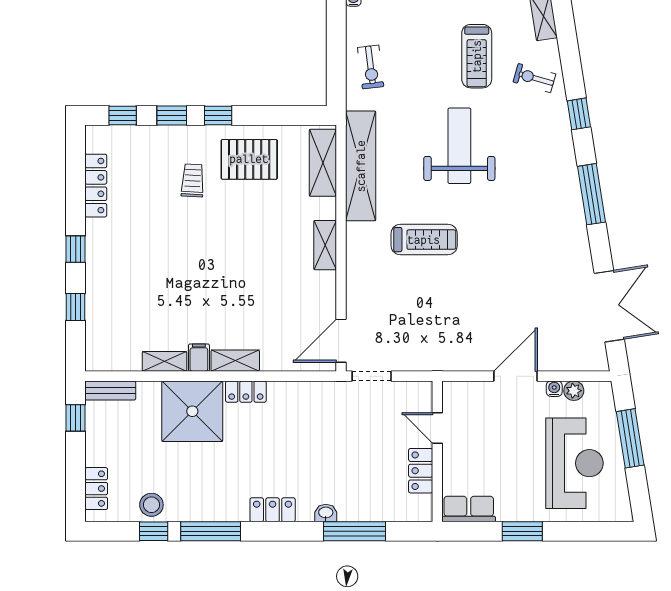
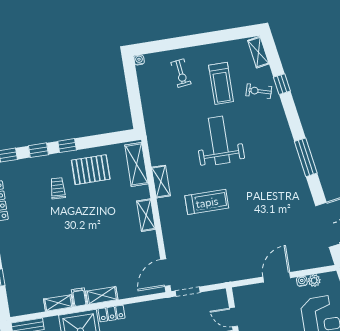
exercise bike: (371, 67) -> (181, 73), moved
window: (579, 114) -> (282, 84), moved
shelving: (361, 166) -> (161, 182), width x0.45, depth x0.75

